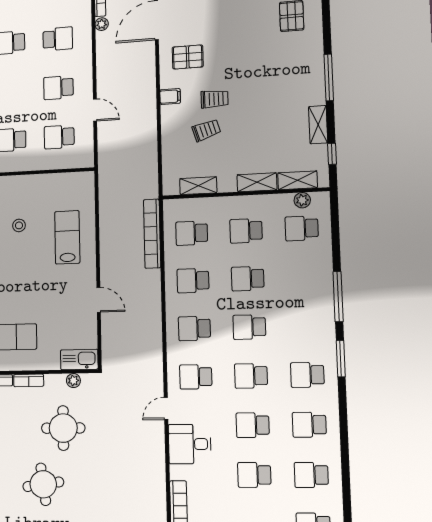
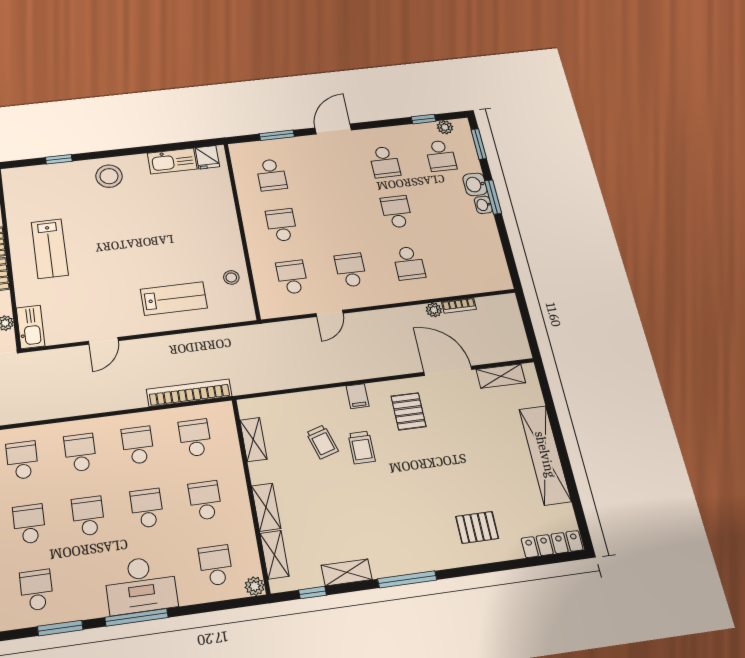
plant: (302, 200) -> (255, 586), moved
stool: (19, 225) -> (231, 277), moved
desk: (312, 290) -> (141, 585), added

